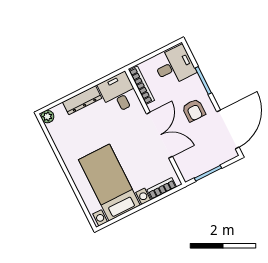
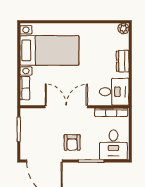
dresser: (82, 100) -> (123, 61), width x0.70
armchair: (194, 110) -> (72, 142), turned -90
double door: (159, 135) -> (66, 107), swing flipped

